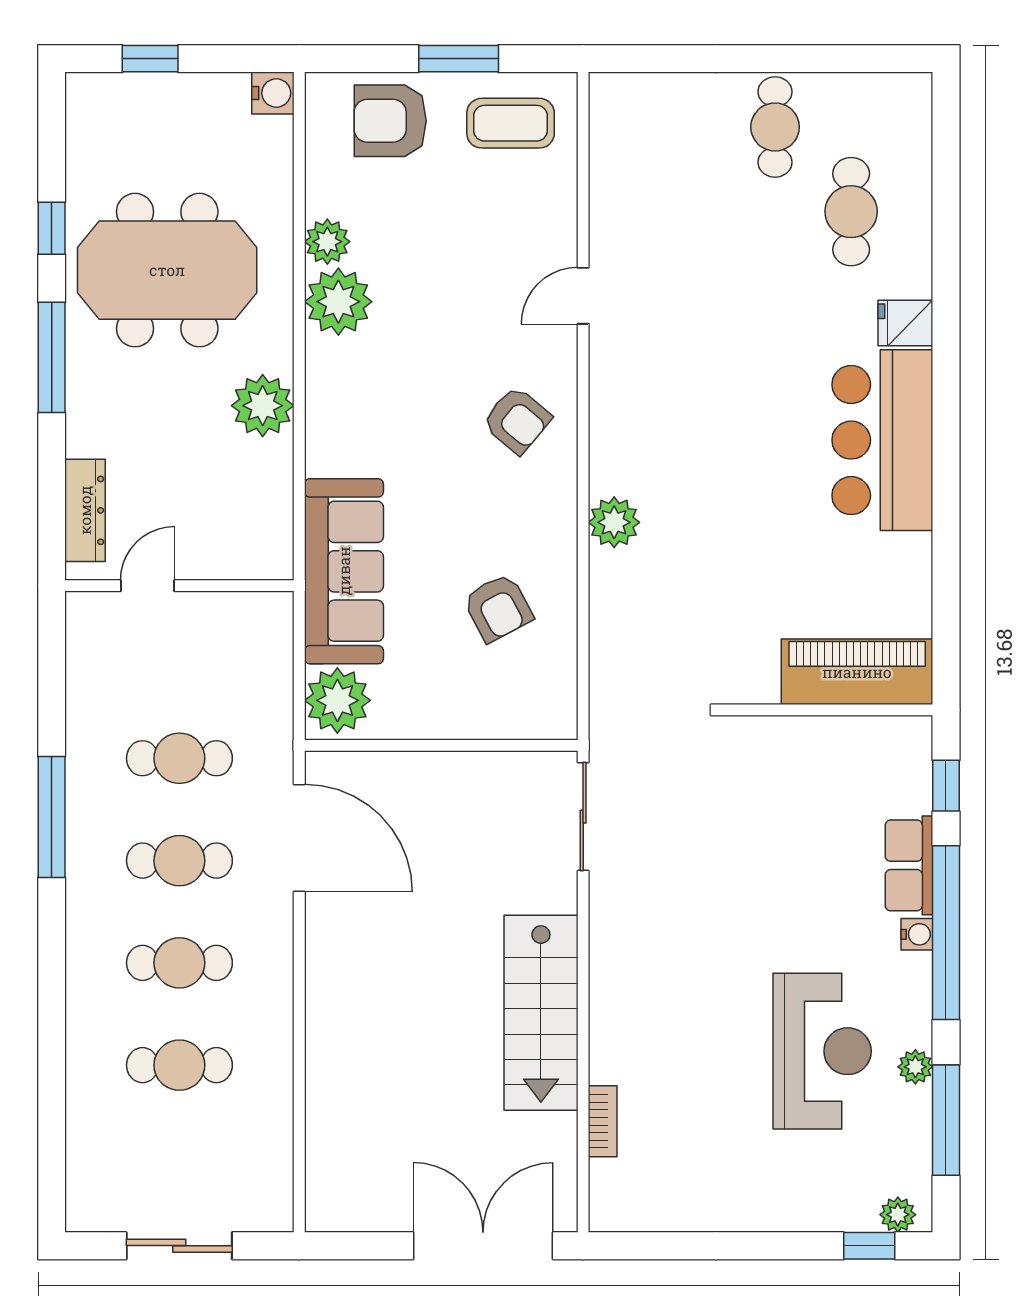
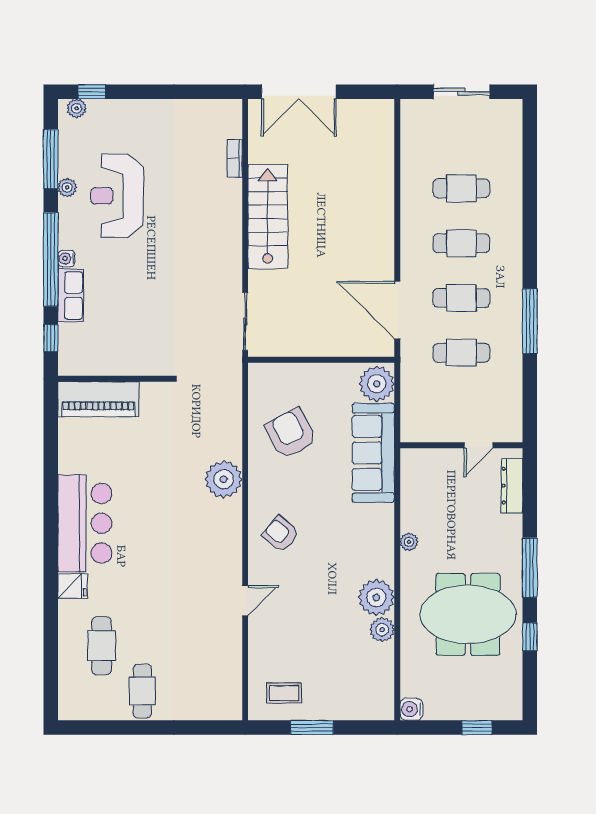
armchair: (390, 121) -> (348, 694), removed
coffee table: (511, 123) -> (284, 693), width x0.73, depth x0.77
plant: (263, 406) -> (409, 542), width x0.53, depth x0.53
plant: (614, 522) -> (224, 479), width x1.36, depth x1.36
armchair: (498, 608) -> (291, 433), width x1.38, depth x1.38

